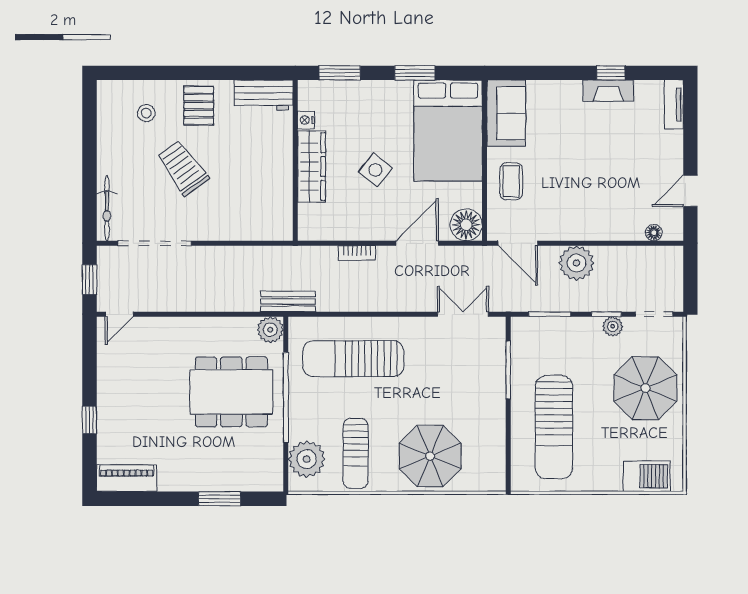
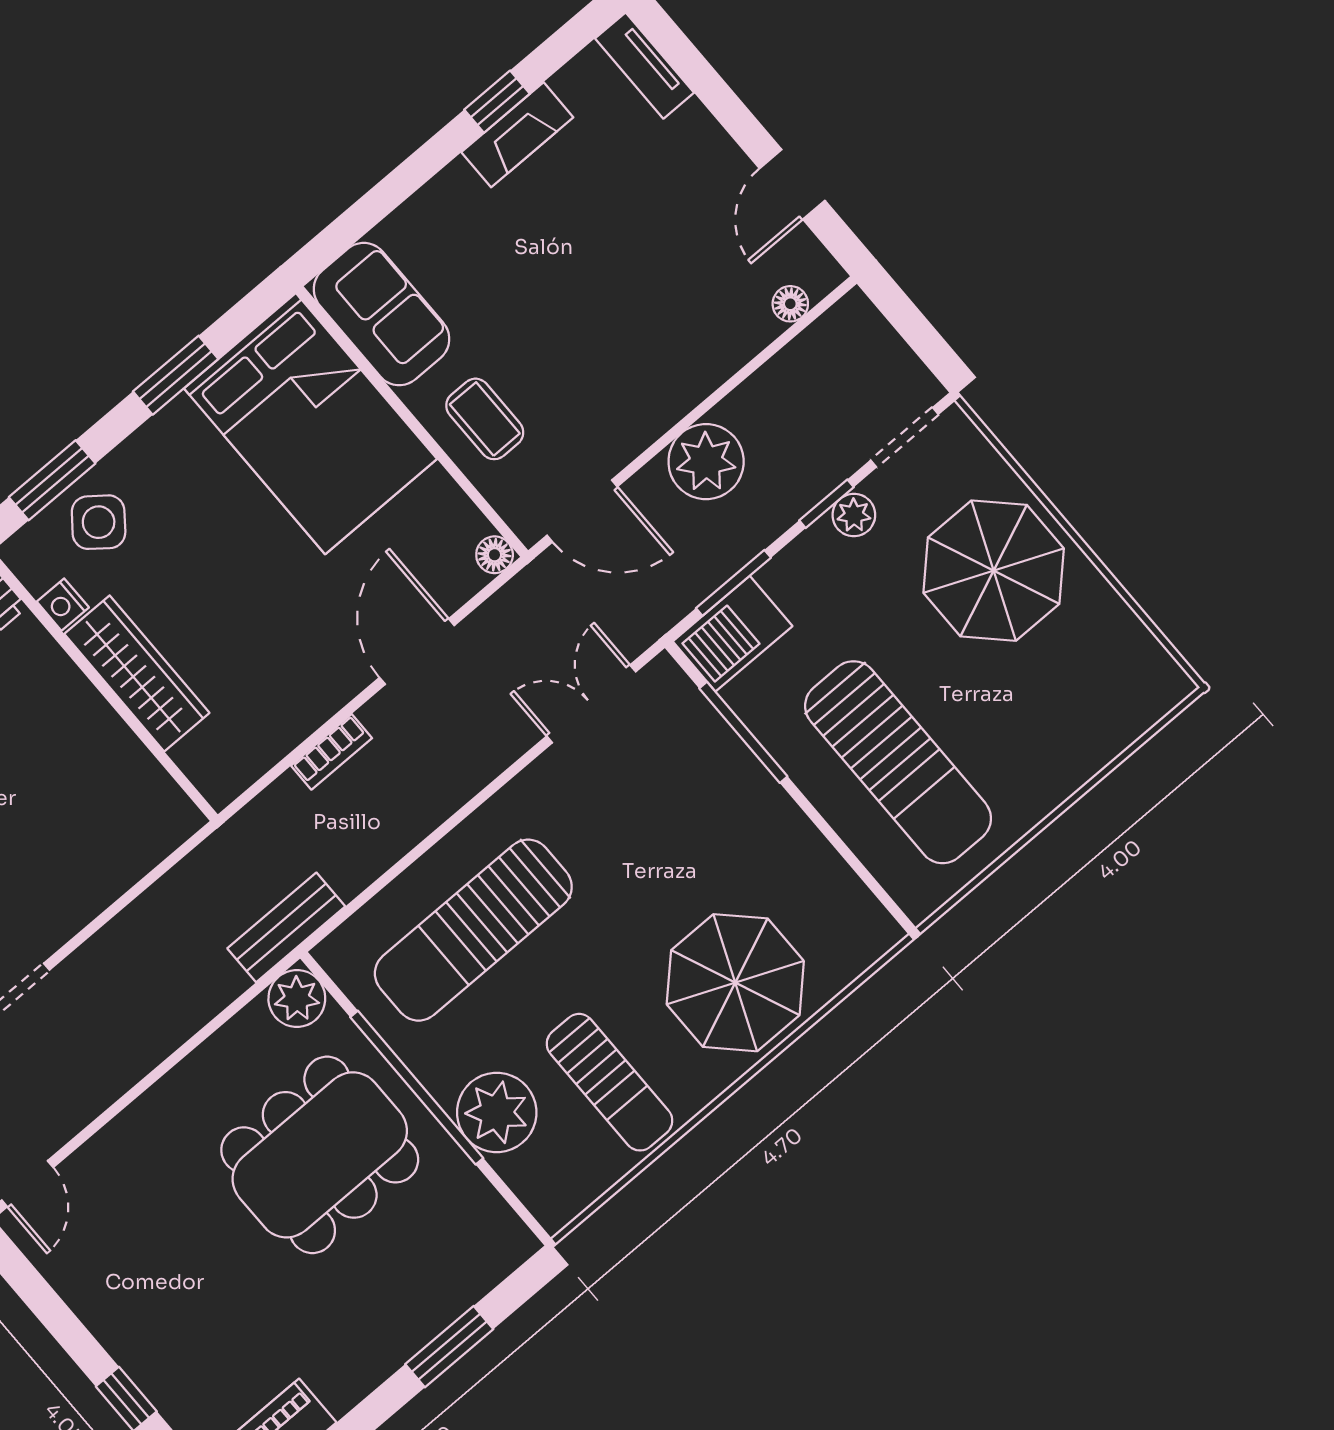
side table: (375, 170) -> (99, 522), moved
floor lamp: (466, 225) -> (495, 555), width x0.53, depth x0.53
plant: (307, 459) -> (497, 1112), moved
barbecue: (647, 476) -> (733, 634), moved, turned 180

